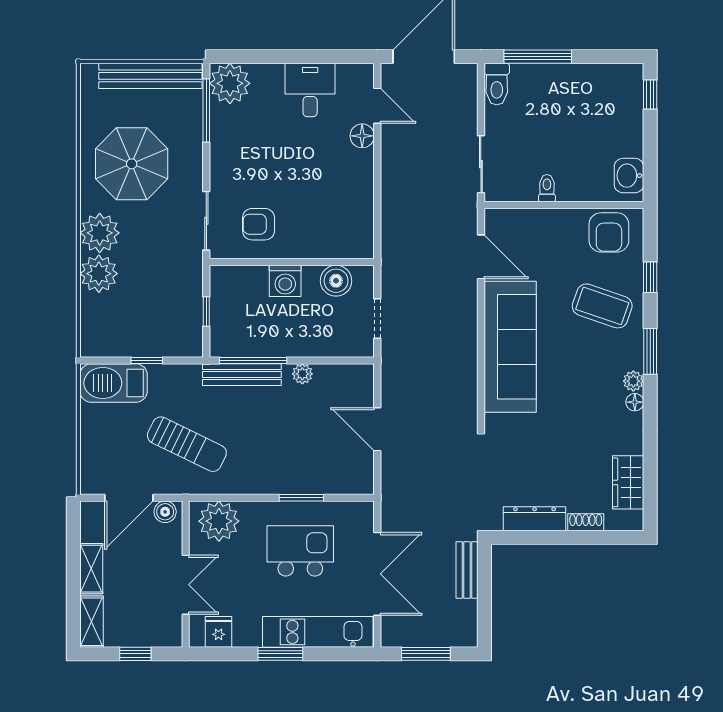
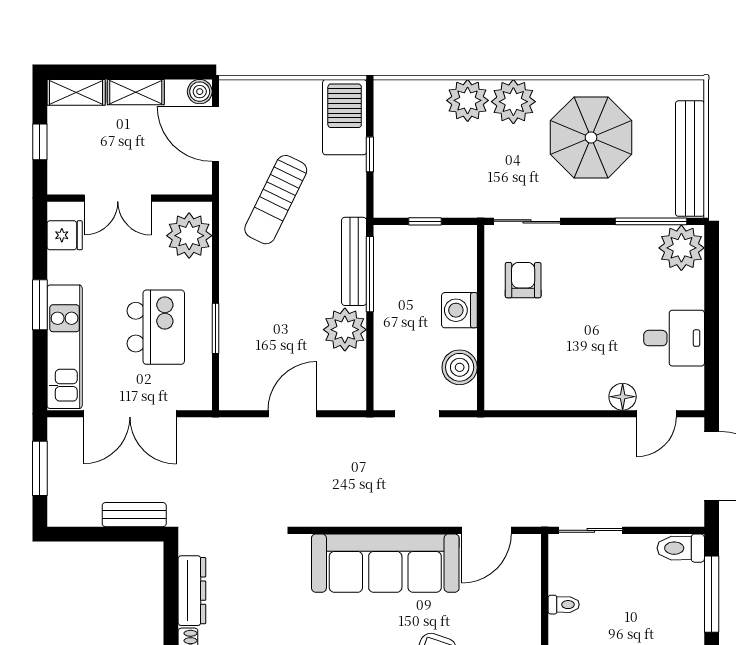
plant: (302, 374) -> (345, 330), width x1.88, depth x1.88
boiler: (165, 512) -> (200, 92), moved

